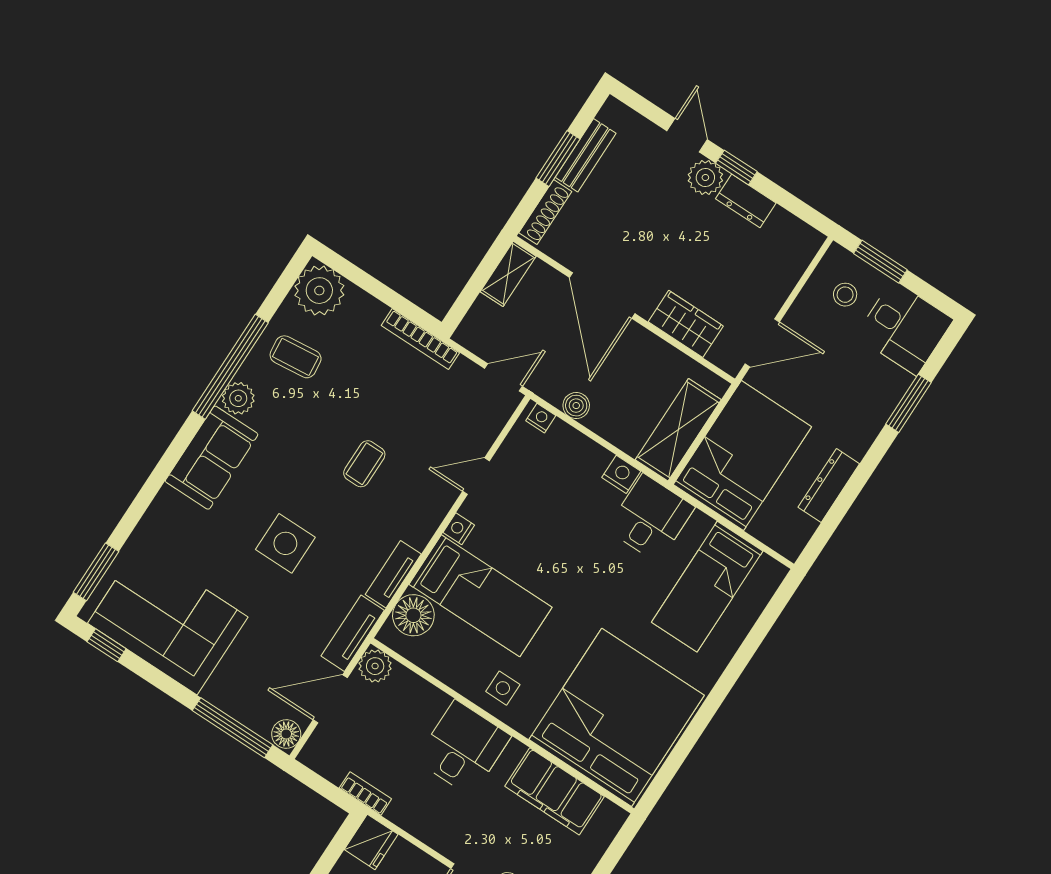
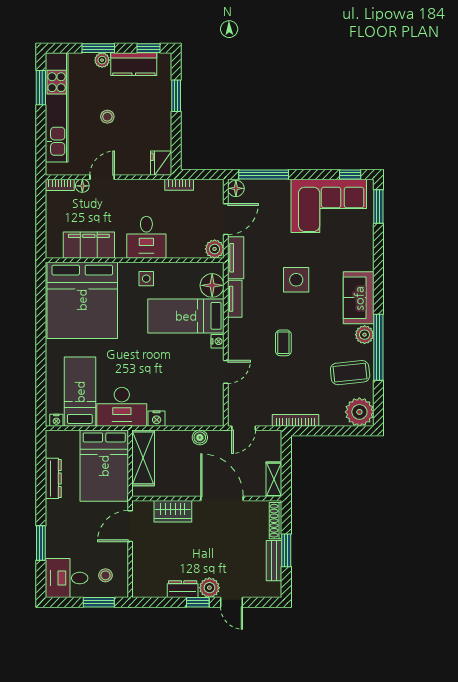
coffee table: (296, 357) -> (350, 373), width x1.36, depth x1.30
nightstand: (541, 418) -> (56, 420), moved
desk: (651, 518) -> (122, 407), width x1.37

